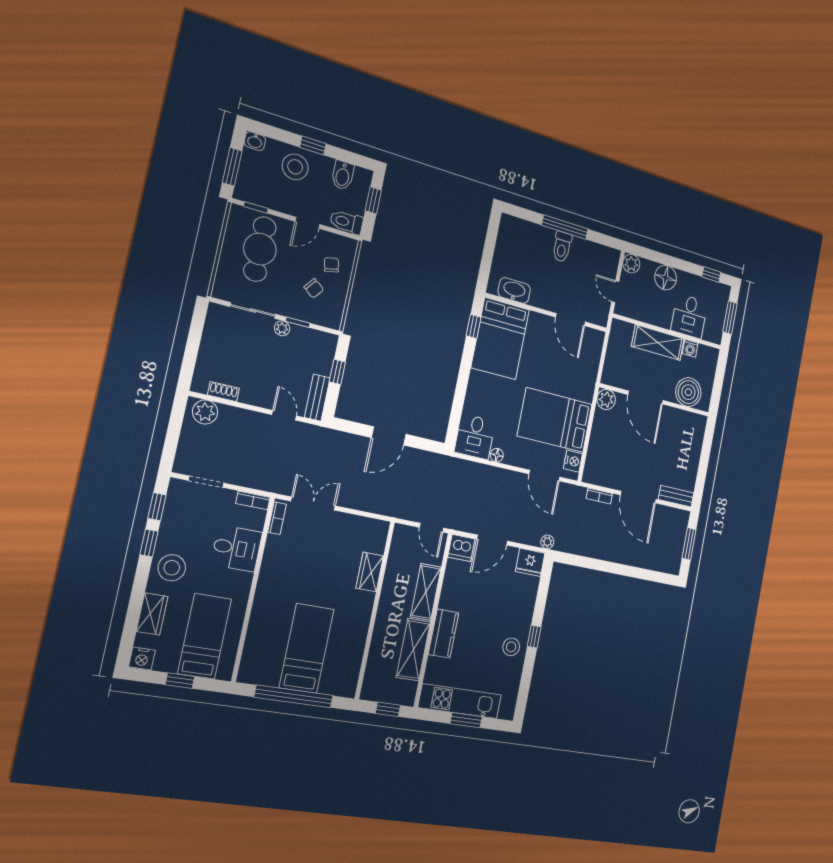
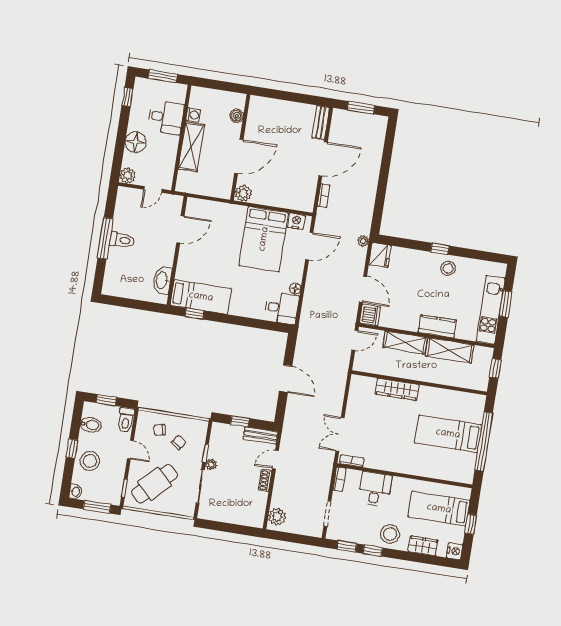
cafe table: (260, 249) -> (154, 484), turned -45
bed: (500, 339) -> (201, 297), width x0.67
shoe rack: (223, 392) -> (265, 480), moved
boiler: (688, 392) -> (237, 116), width x0.54, depth x0.54
wardrobe: (370, 572) -> (397, 389), width x1.50

